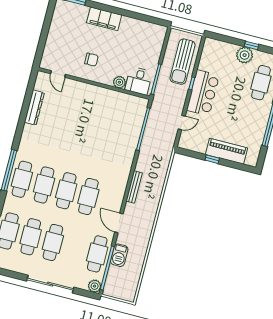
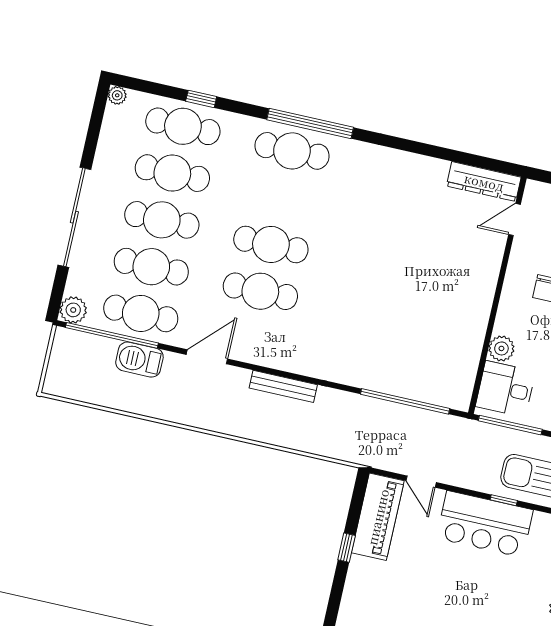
dresser: (34, 108) -> (484, 182), moved
piano: (227, 151) -> (378, 517), moved
cafe table: (44, 185) -> (151, 267), moved

